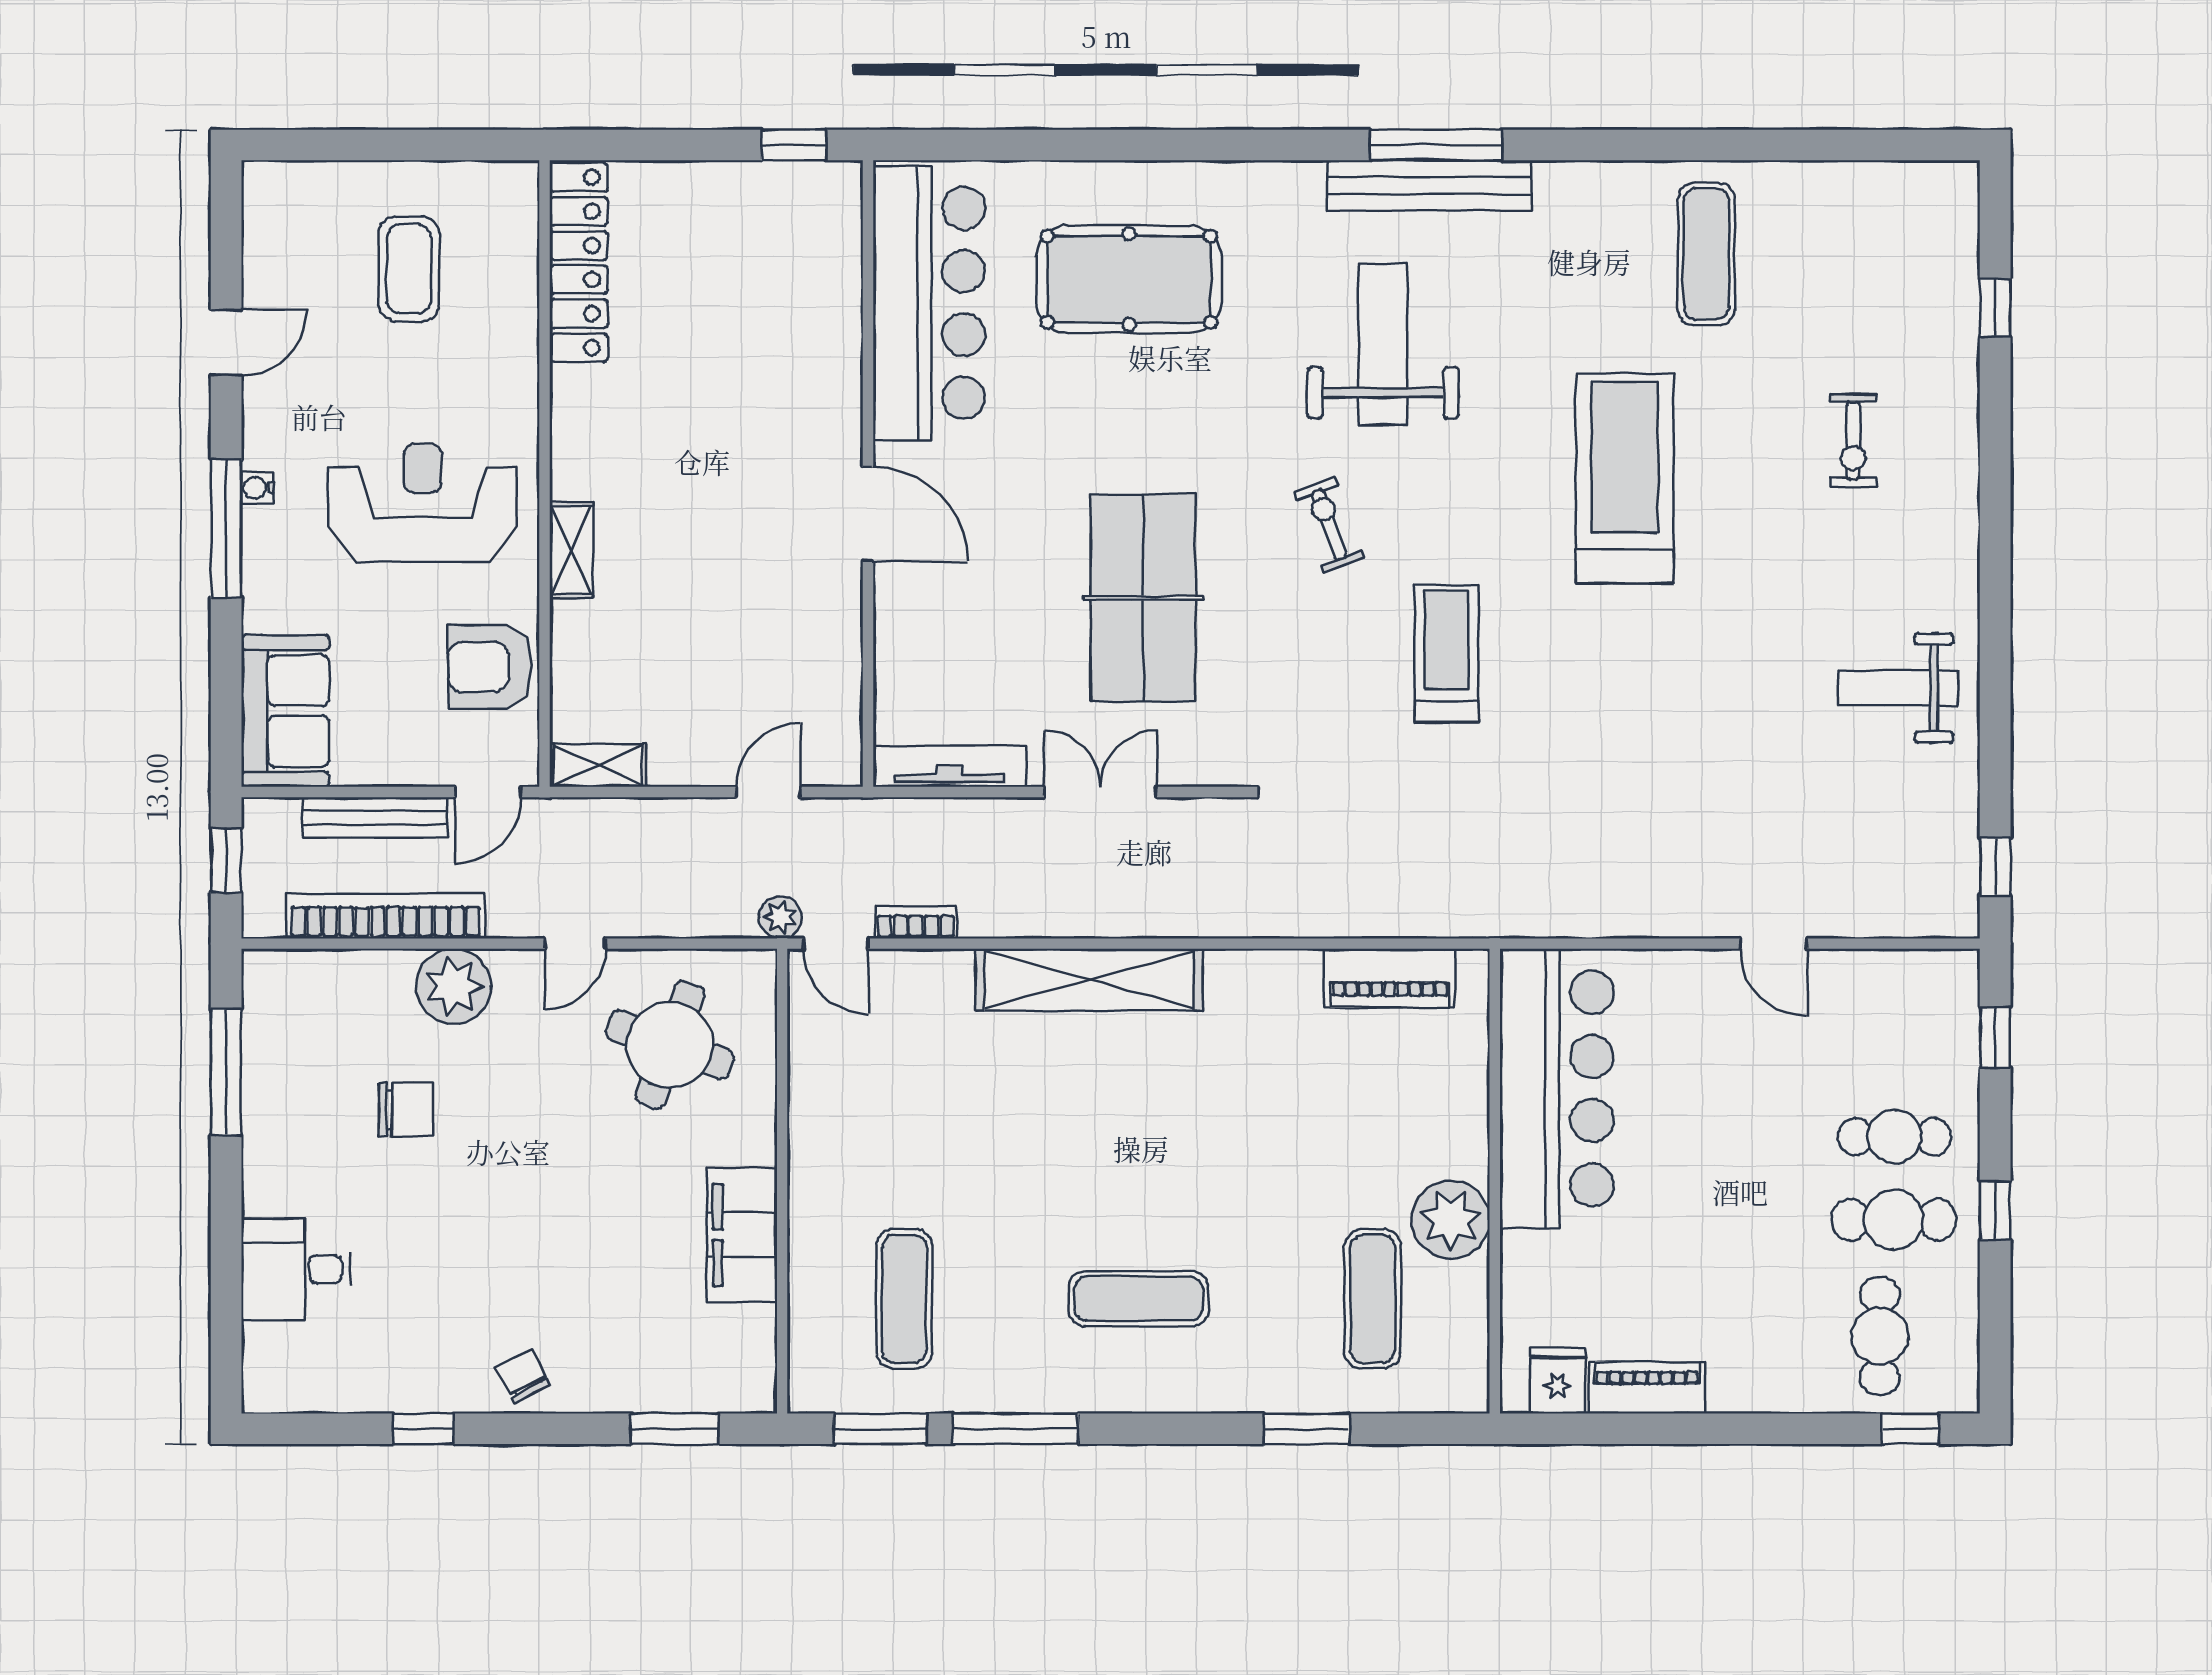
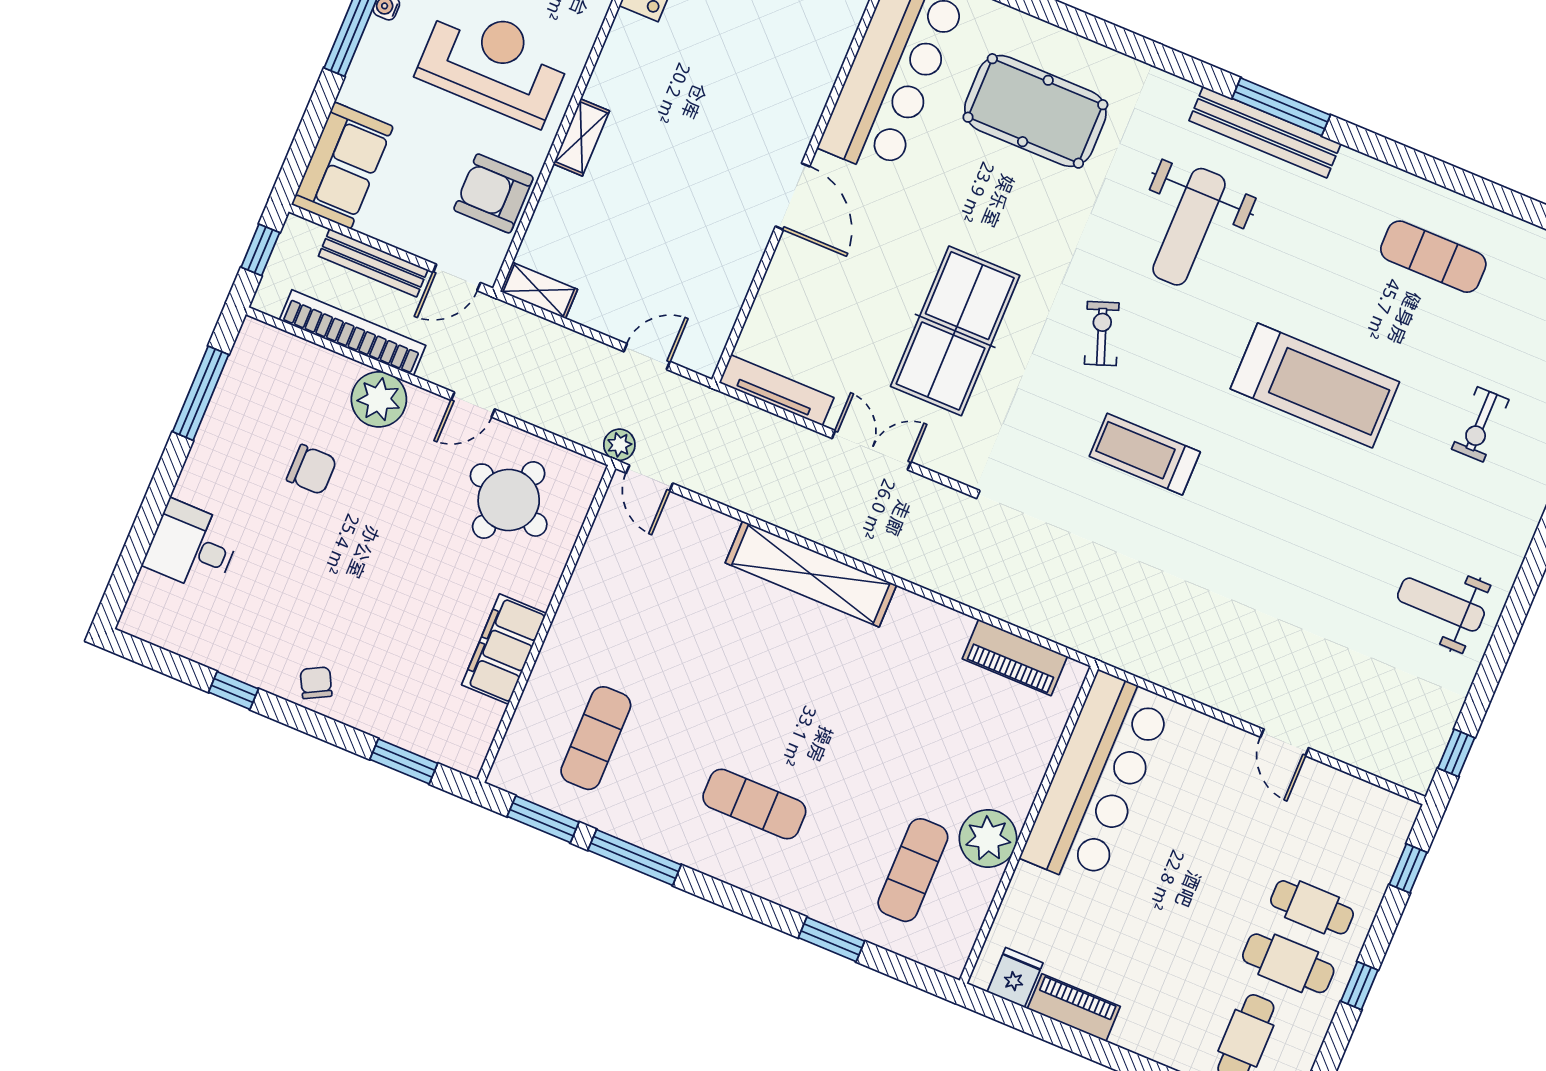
exercise mat: (1706, 254) -> (1433, 257), turned 90
weight bench: (1383, 344) -> (1189, 227), turned 180
treadmill: (1625, 478) -> (1315, 385), turned 90
treadmill: (1446, 654) -> (1145, 454), turned -90
bookcase: (916, 922) -> (710, 486), removed

